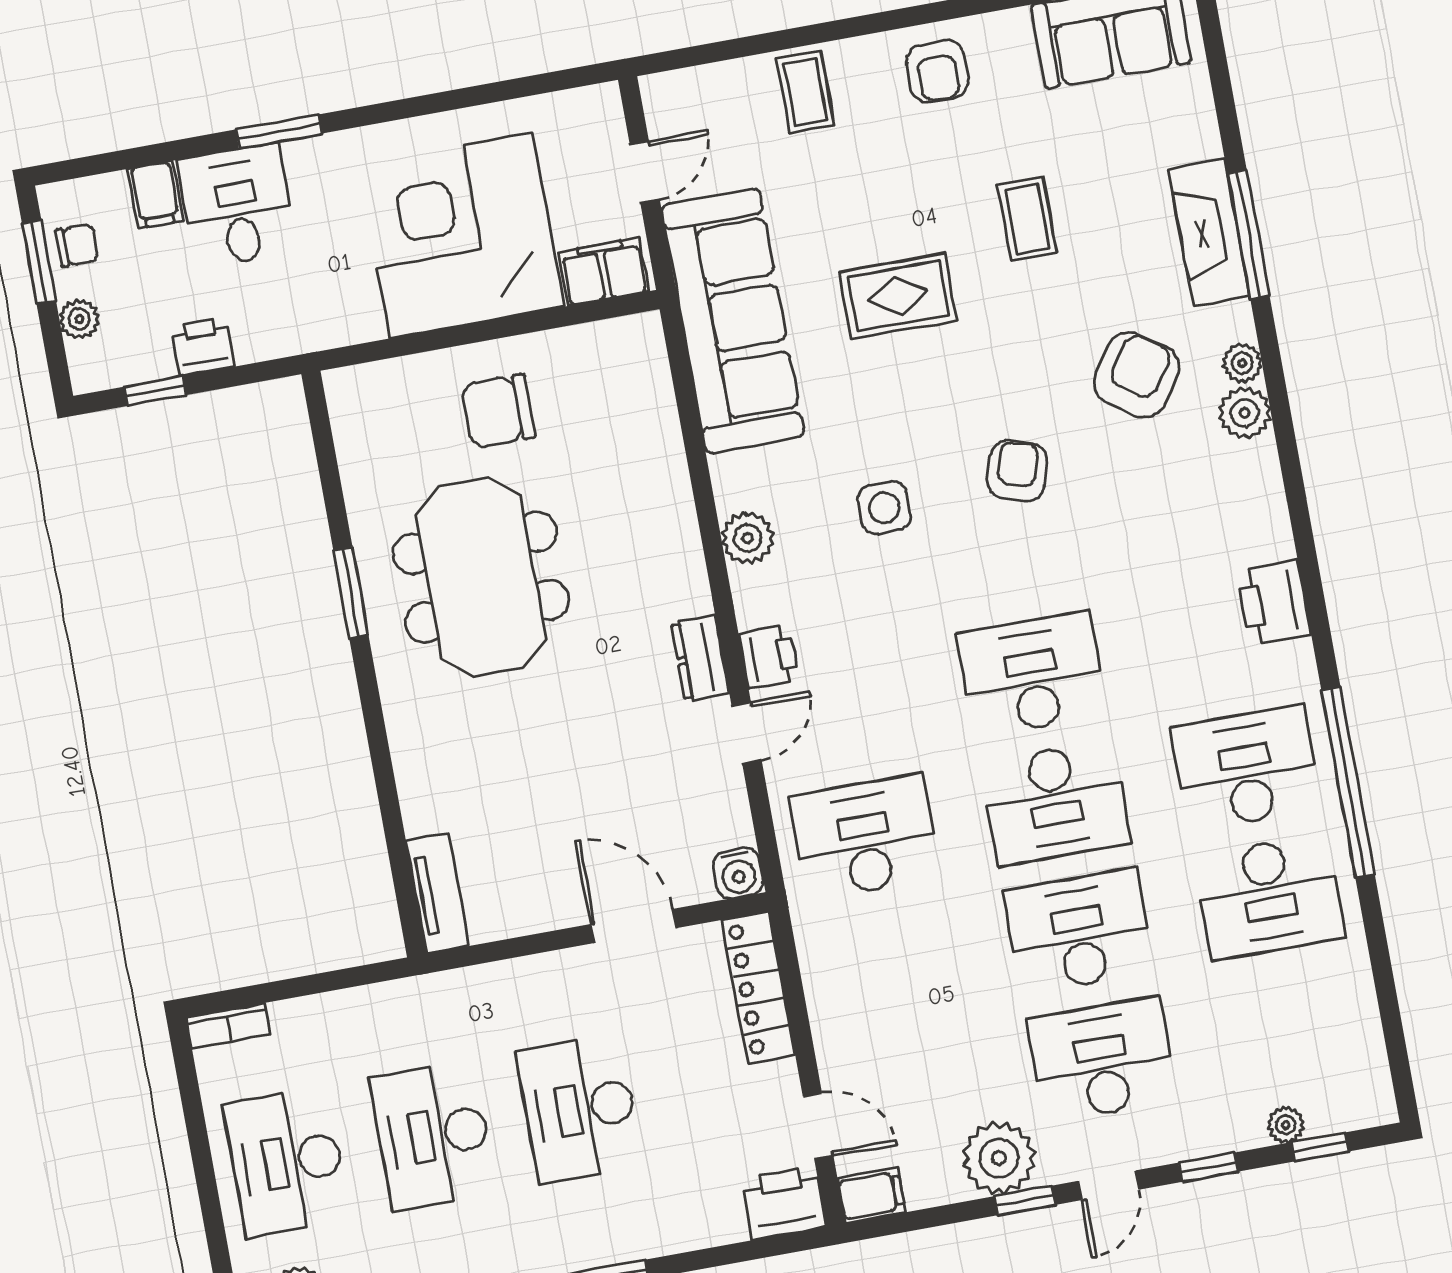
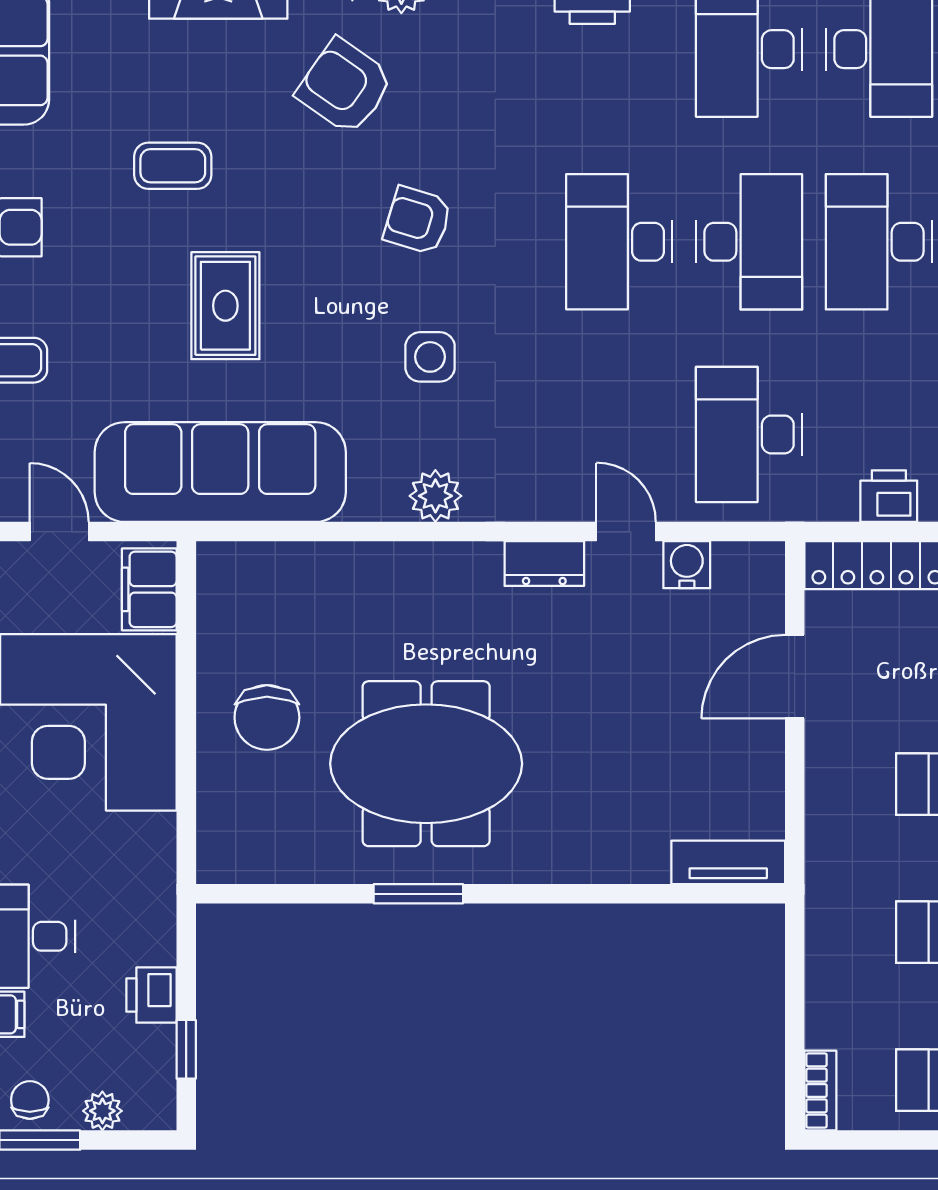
printer: (769, 657) -> (889, 496), moved
water cooler: (738, 873) -> (687, 565), moved, turned -90

